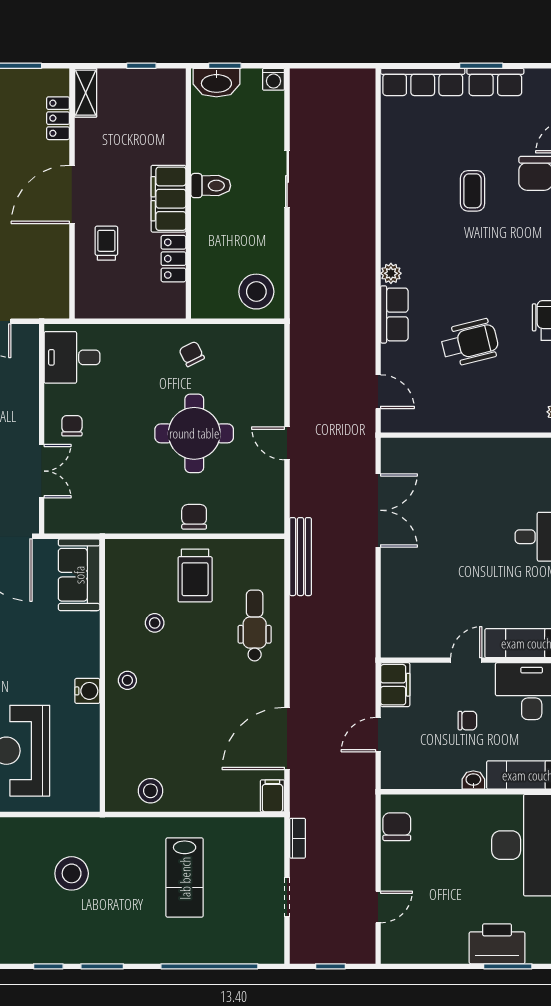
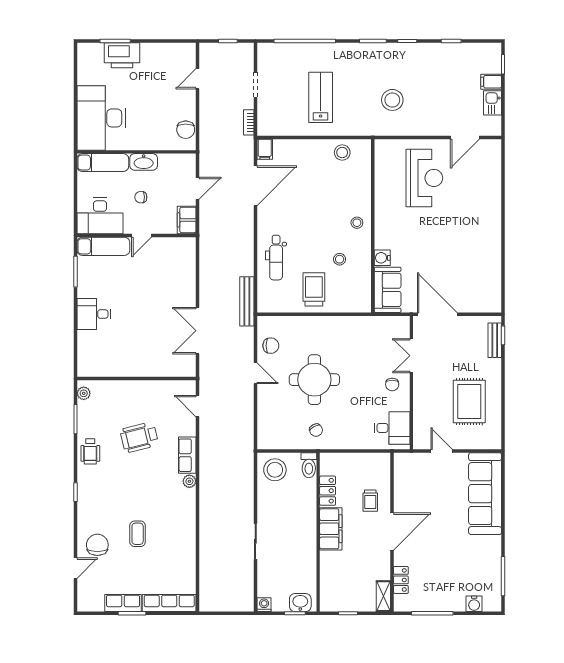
washbasin: (216, 83) -> (300, 603), width x0.72
toilet: (211, 186) -> (309, 465), moved, turned -90
chair: (194, 517) -> (271, 346), moved, turned -90
water cooler: (87, 691) -> (382, 258), moved
washbasin: (473, 780) -> (144, 162), width x1.91, depth x1.45

